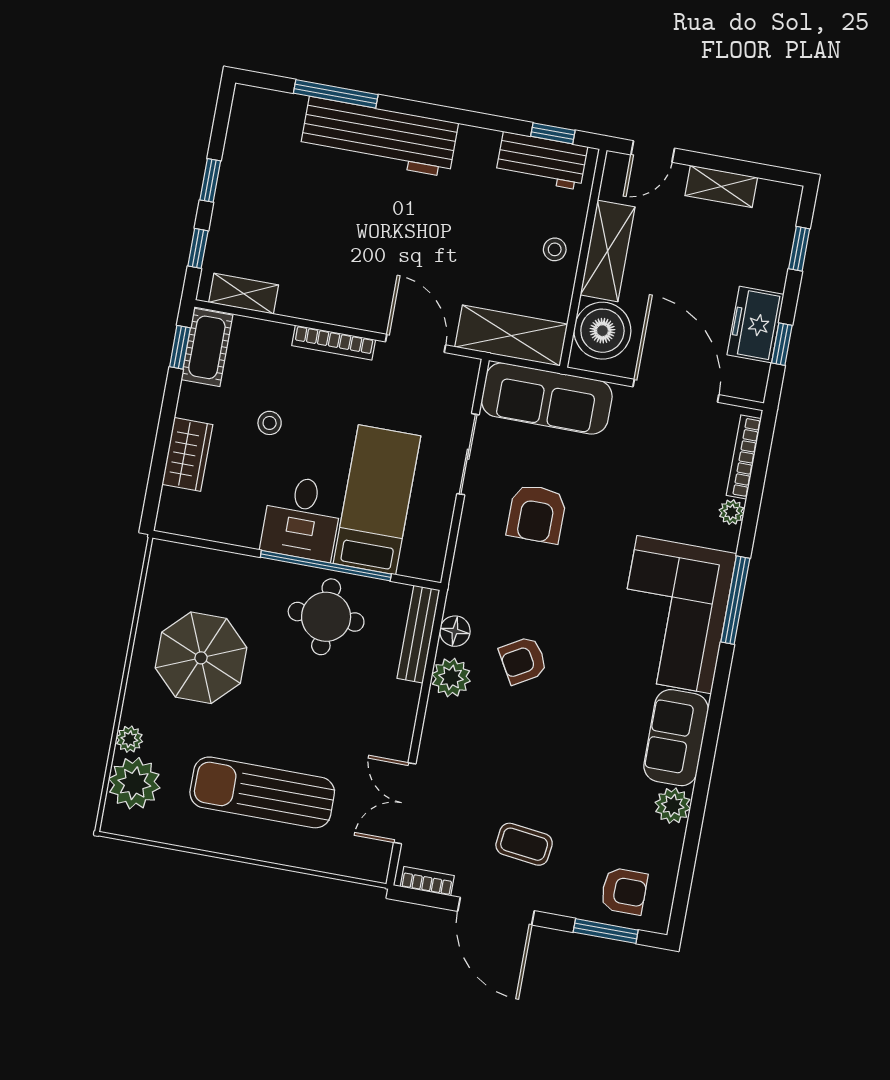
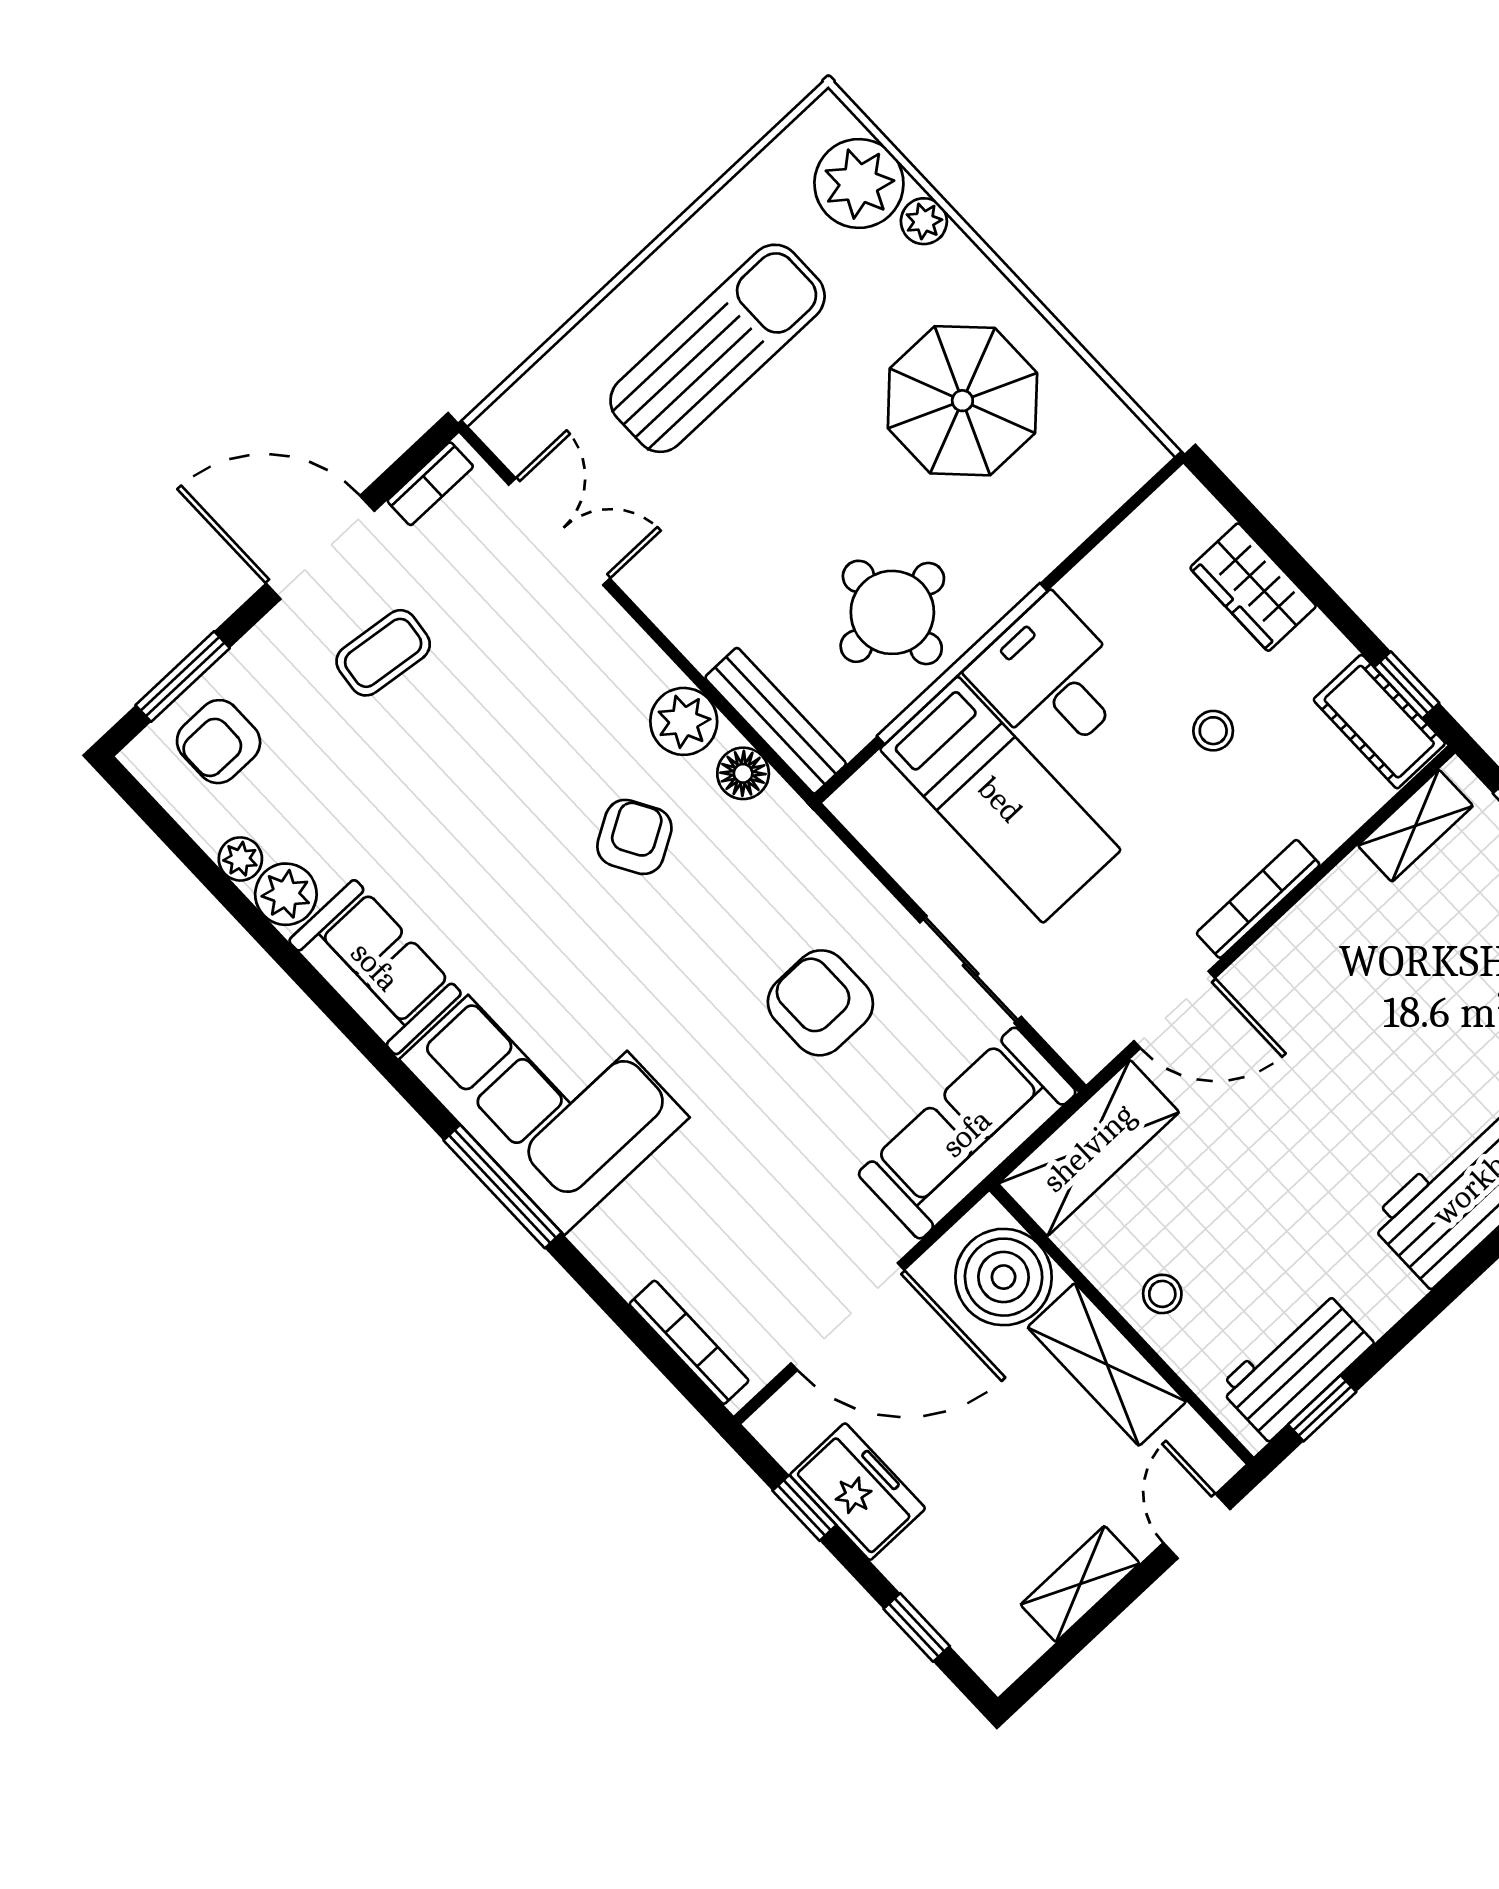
plant: (732, 512) -> (240, 859), moved

